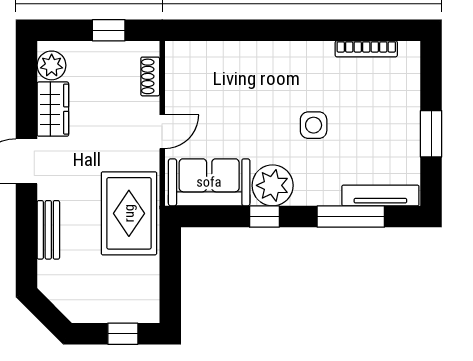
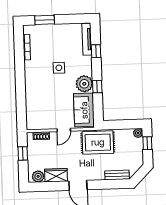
door: (162, 132) -> (64, 130), swing flipped
window: (431, 134) -> (45, 20), moved
window: (351, 217) -> (96, 51), width x0.46
bench: (48, 230) -> (117, 175), moved
plant: (148, 312) -> (138, 133), added

